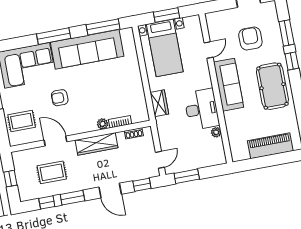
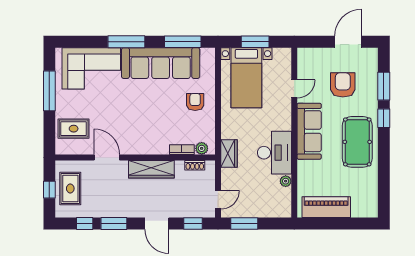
armchair: (60, 98) -> (195, 102), moved, turned 90
wardrobe: (159, 103) -> (229, 153), moved
plant: (103, 124) -> (202, 148), moved
piano: (270, 146) -> (326, 207), moved
rug: (52, 172) -> (70, 188), moved, turned 90

